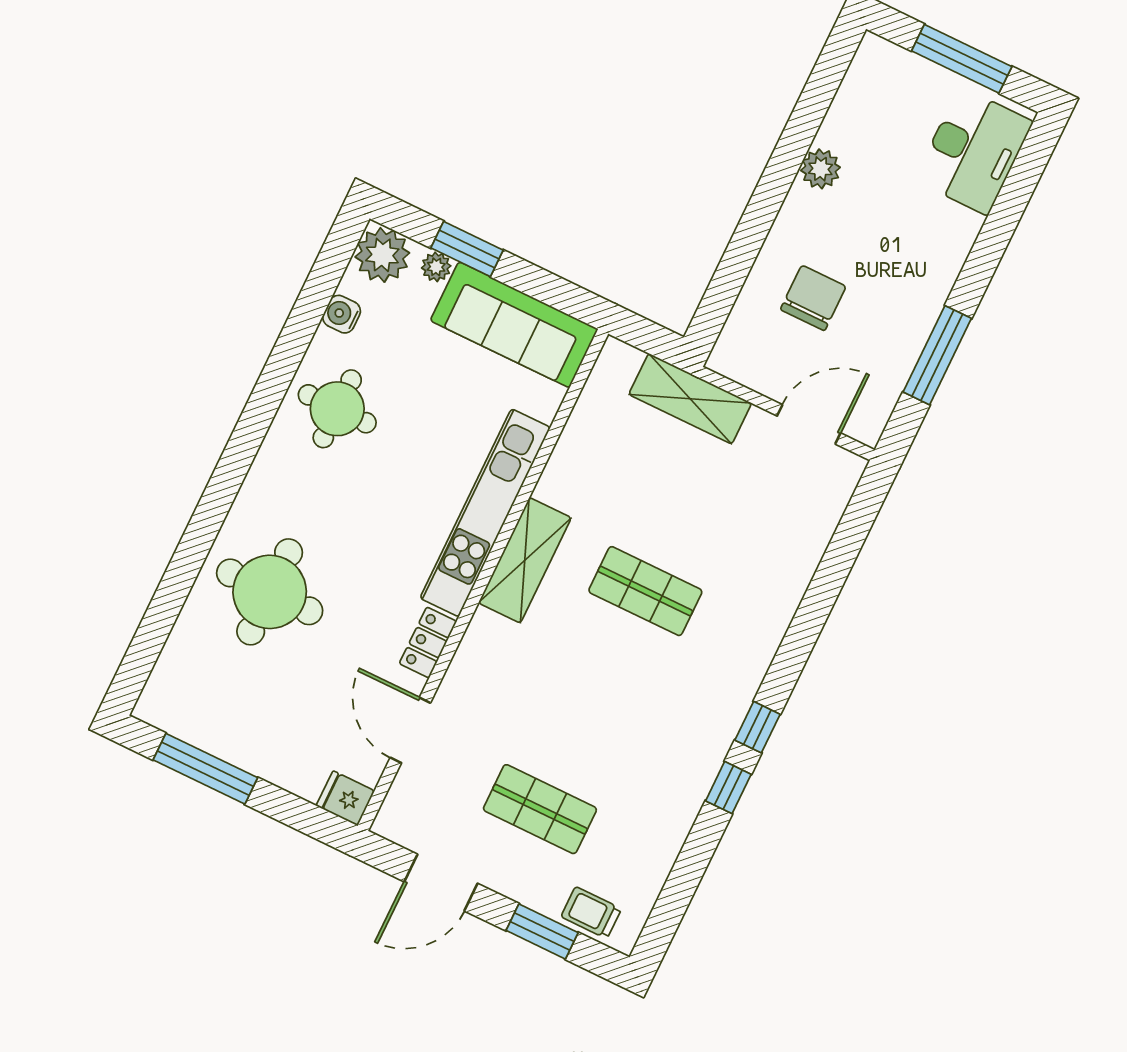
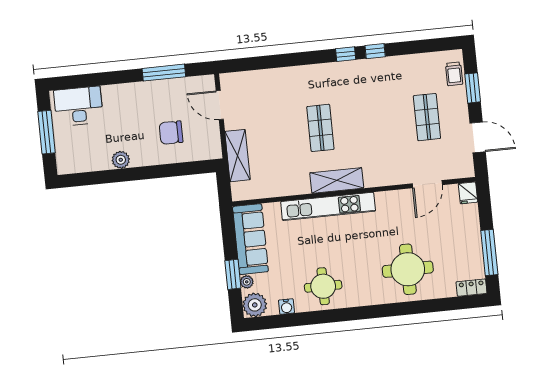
locker: (428, 643) -> (471, 288), moved, turned 180

